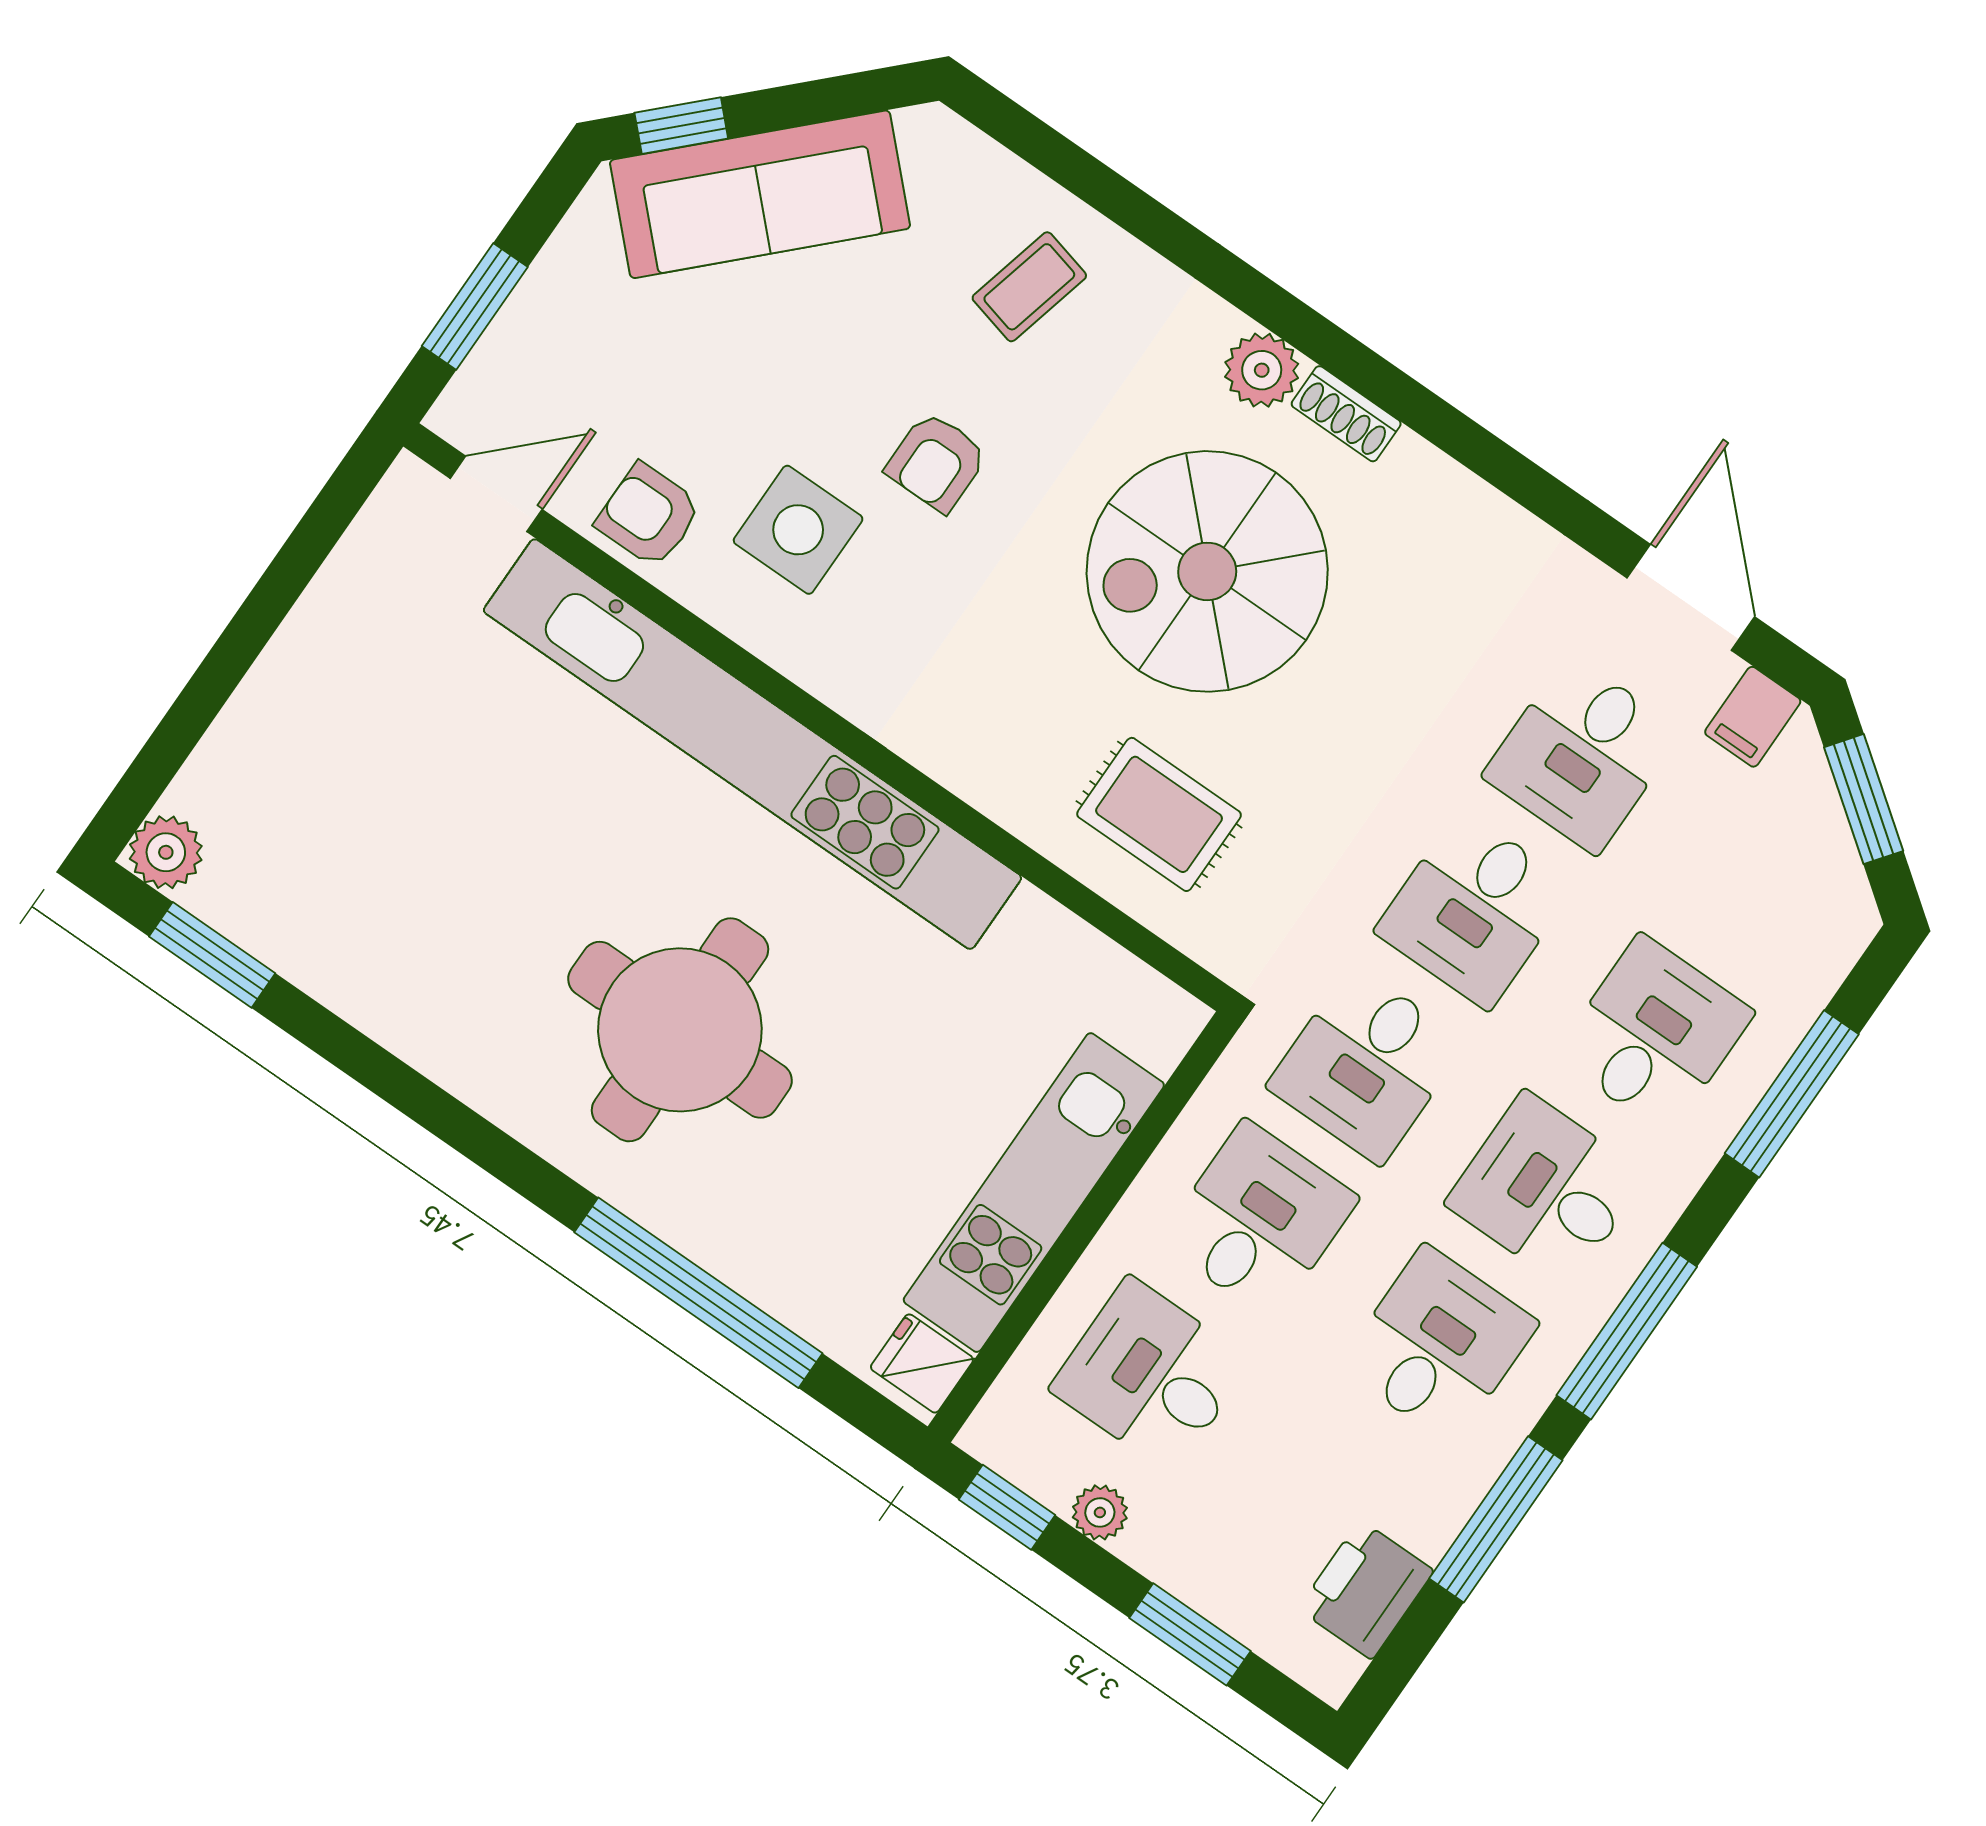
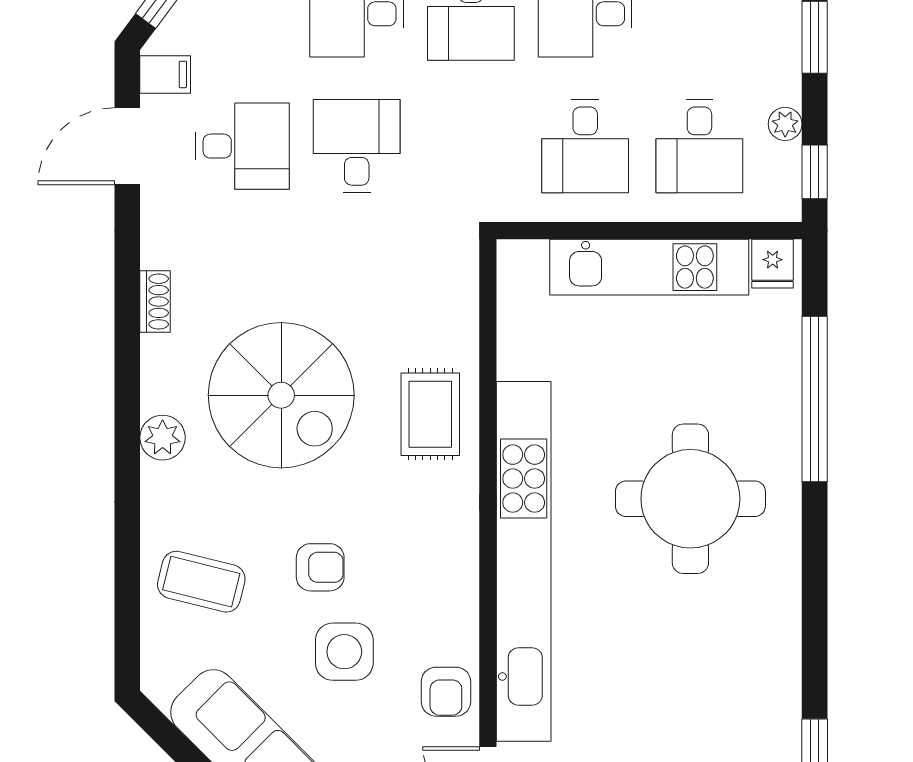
coffee table: (1029, 287) -> (201, 582), width x1.36, depth x1.30
shoe rack: (1346, 414) -> (155, 302), moved
side table: (798, 530) -> (344, 652), moved
rug: (1159, 814) -> (430, 414), moved
desk: (1474, 909) -> (357, 146), turned -90
desk: (1367, 1065) -> (471, 146), removed
desk: (1259, 1220) -> (585, 146), turned -90

